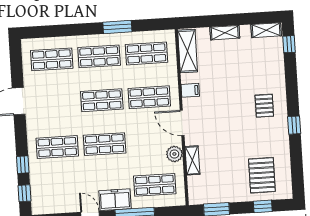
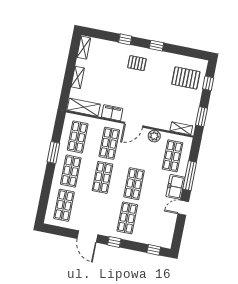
window: (289, 44) -> (125, 39), moved
filing cabinet: (190, 90) -> (112, 113), width x2.00
shelving: (192, 160) -> (181, 128), moved
window: (23, 165) -> (114, 242), moved

